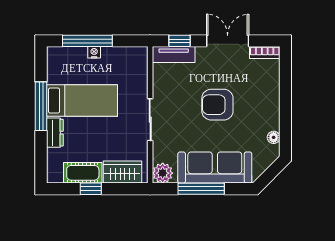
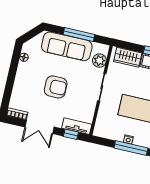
plant: (163, 173) -> (99, 61), moved

